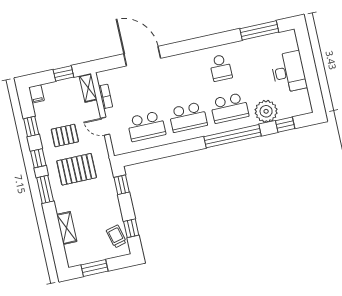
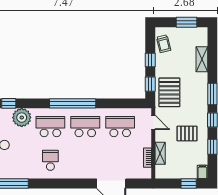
window: (63, 73) -> (189, 183), moved
shelving: (88, 88) -> (160, 153), moved
door: (105, 126) -> (153, 122), moved
window: (233, 136) -> (73, 103), moved
pallet: (77, 169) -> (169, 92), moved, turned 90
window: (131, 228) -> (150, 60), moved

